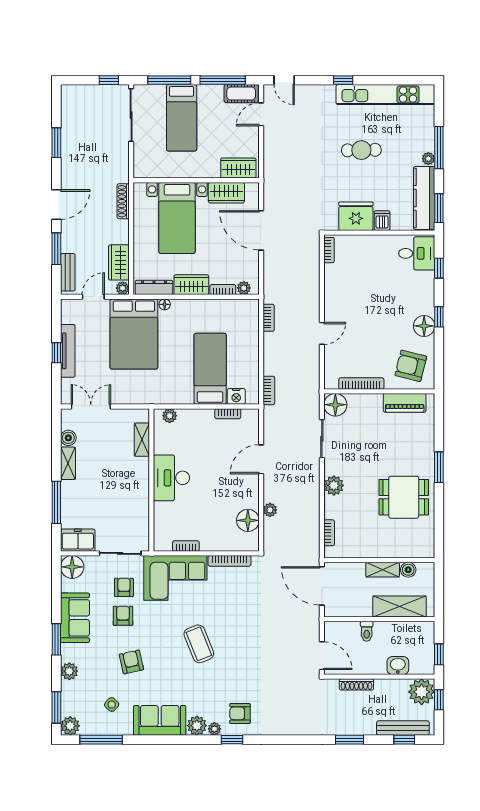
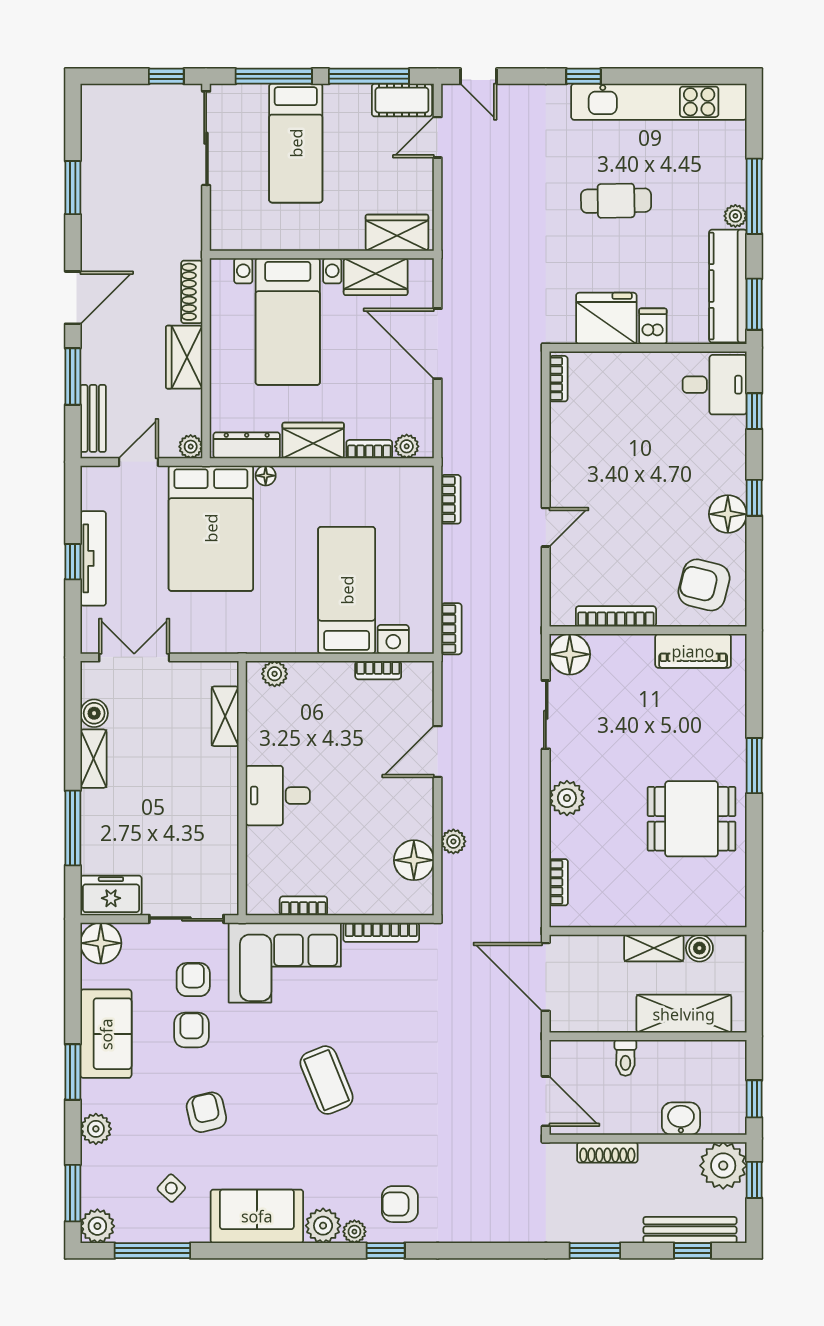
wardrobe: (119, 262) -> (184, 357), moved
desk: (171, 478) -> (278, 796), width x0.73

